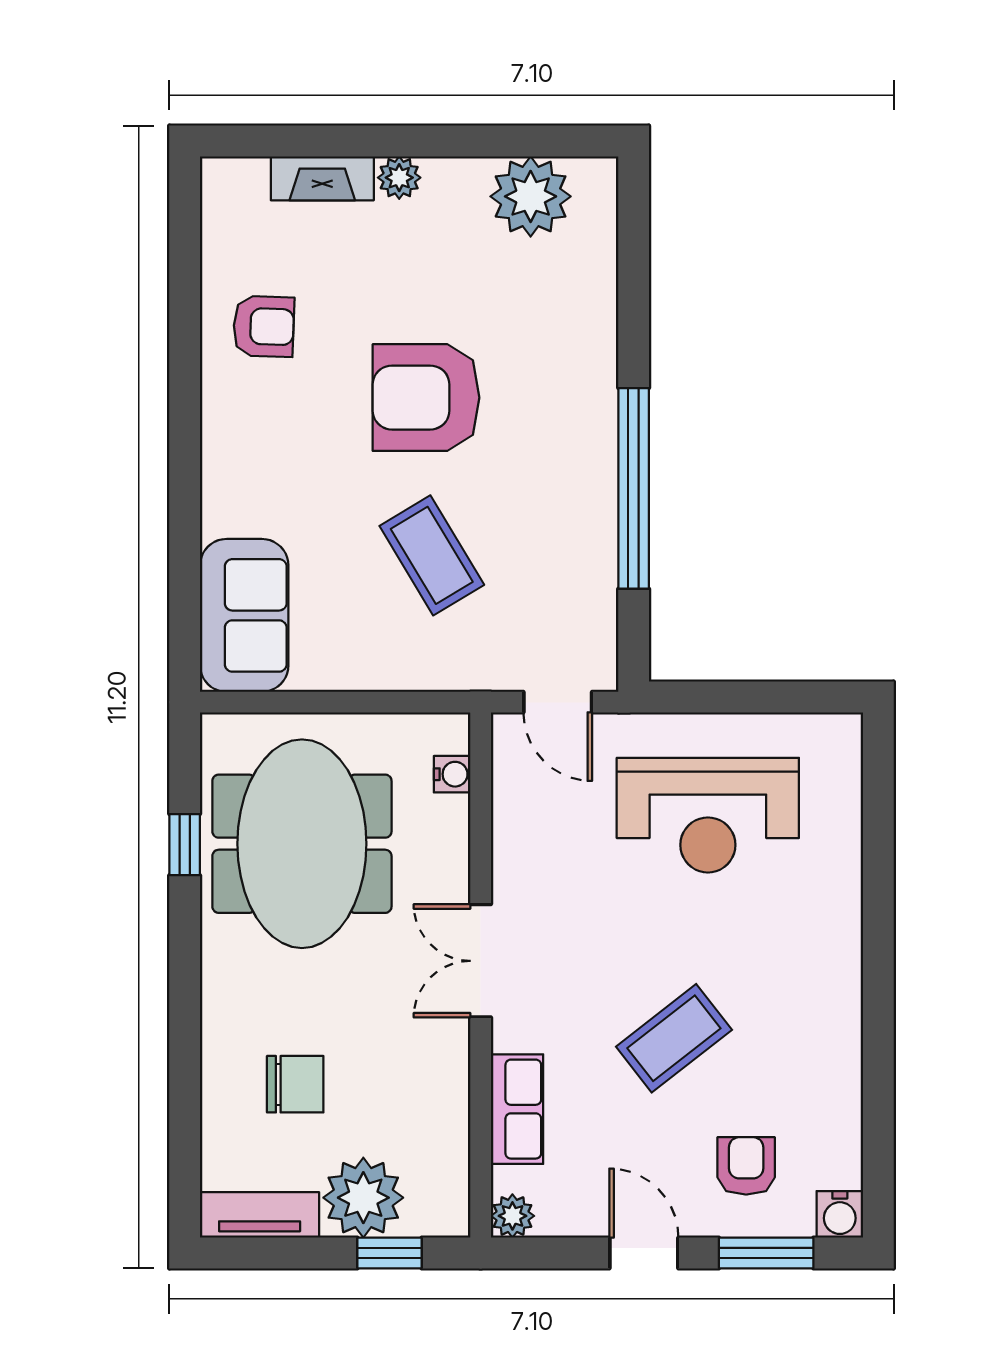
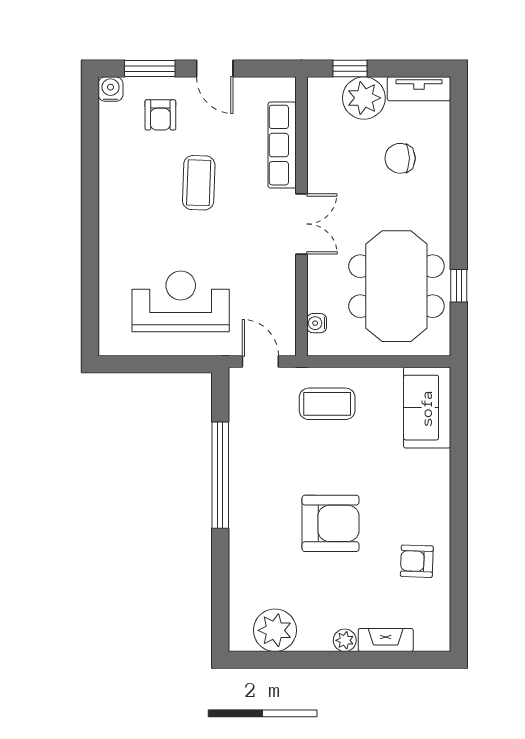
coffee table: (432, 555) -> (327, 404), moved, turned -59
coffee table: (674, 1038) -> (199, 183), turned -50
row of seats: (517, 1109) -> (282, 145), width x1.48
plant: (512, 1216) -> (285, 88), removed

